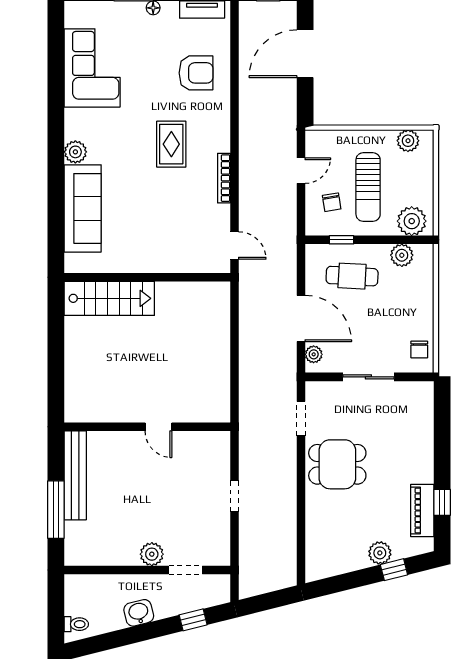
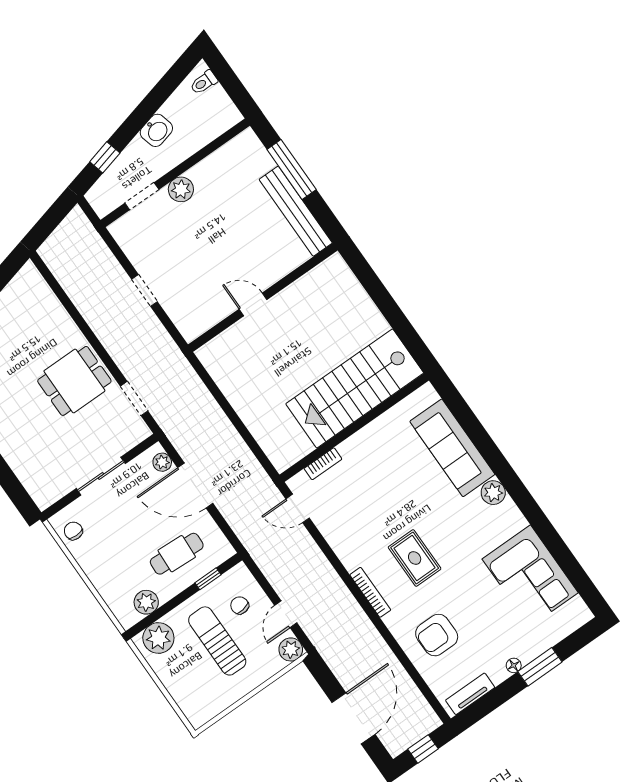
plant: (408, 141) -> (291, 649), moved
bookcase: (224, 178) -> (370, 592), moved
bookcase: (191, 266) -> (323, 464), added
stairs: (109, 298) -> (355, 388), width x1.36, depth x1.51

